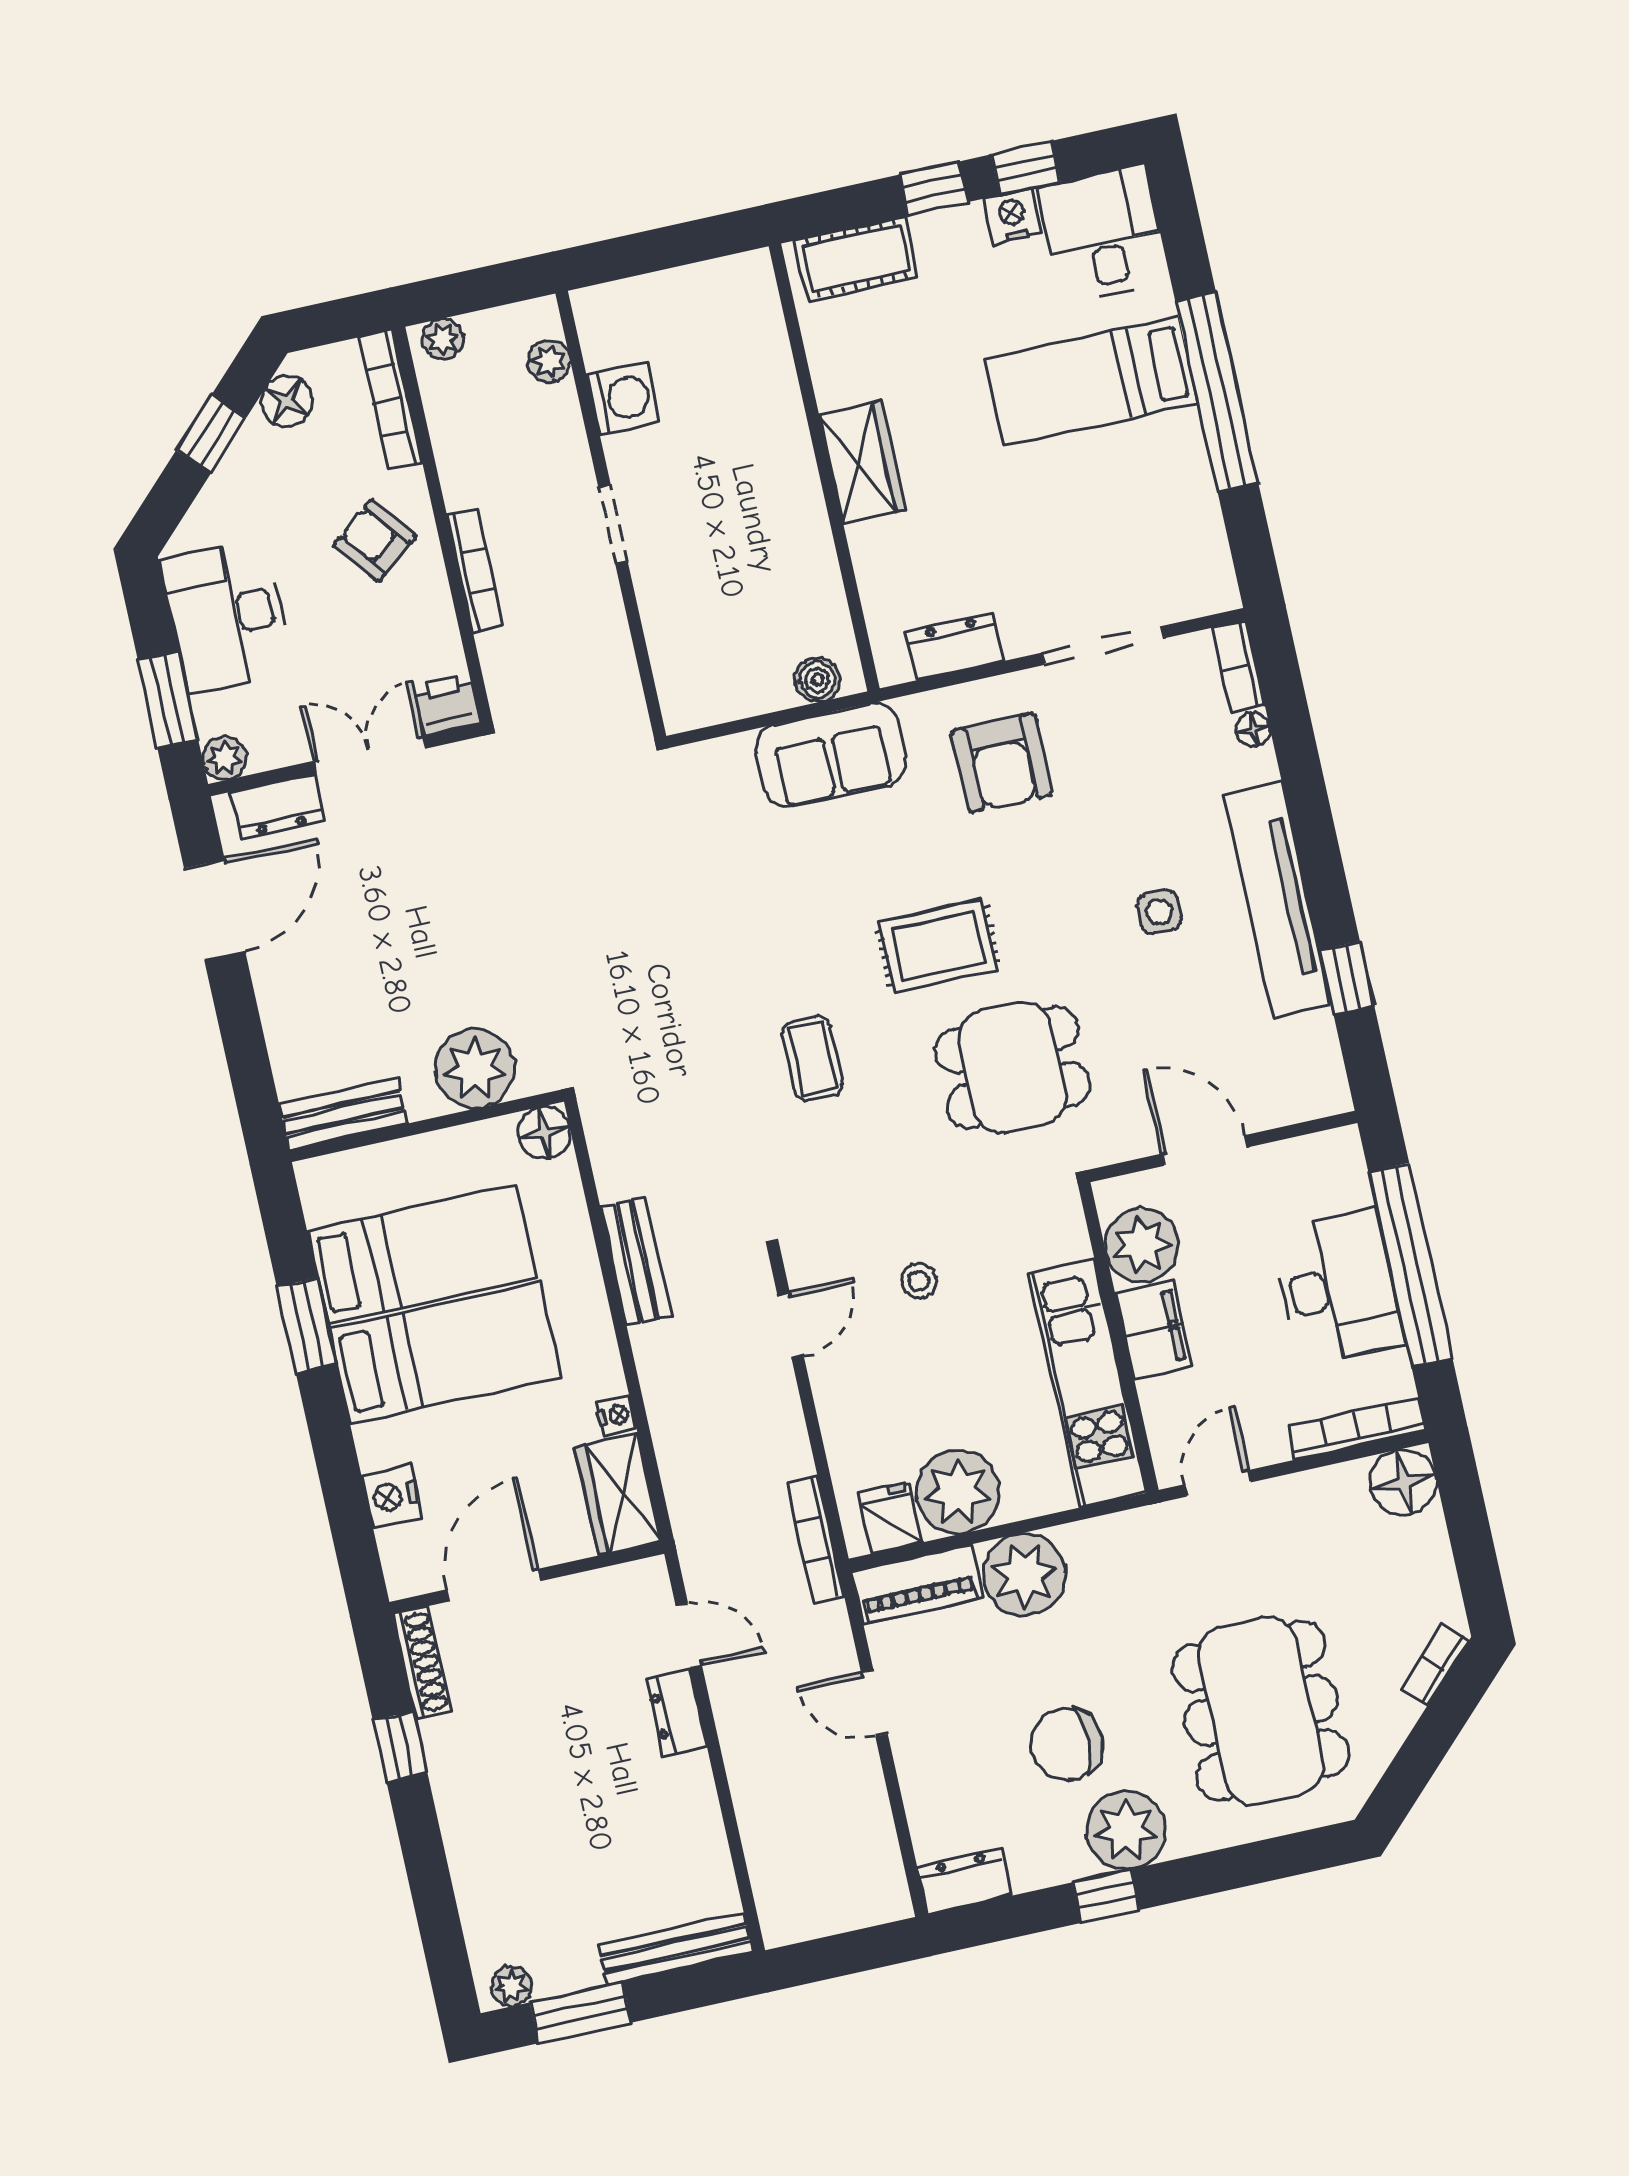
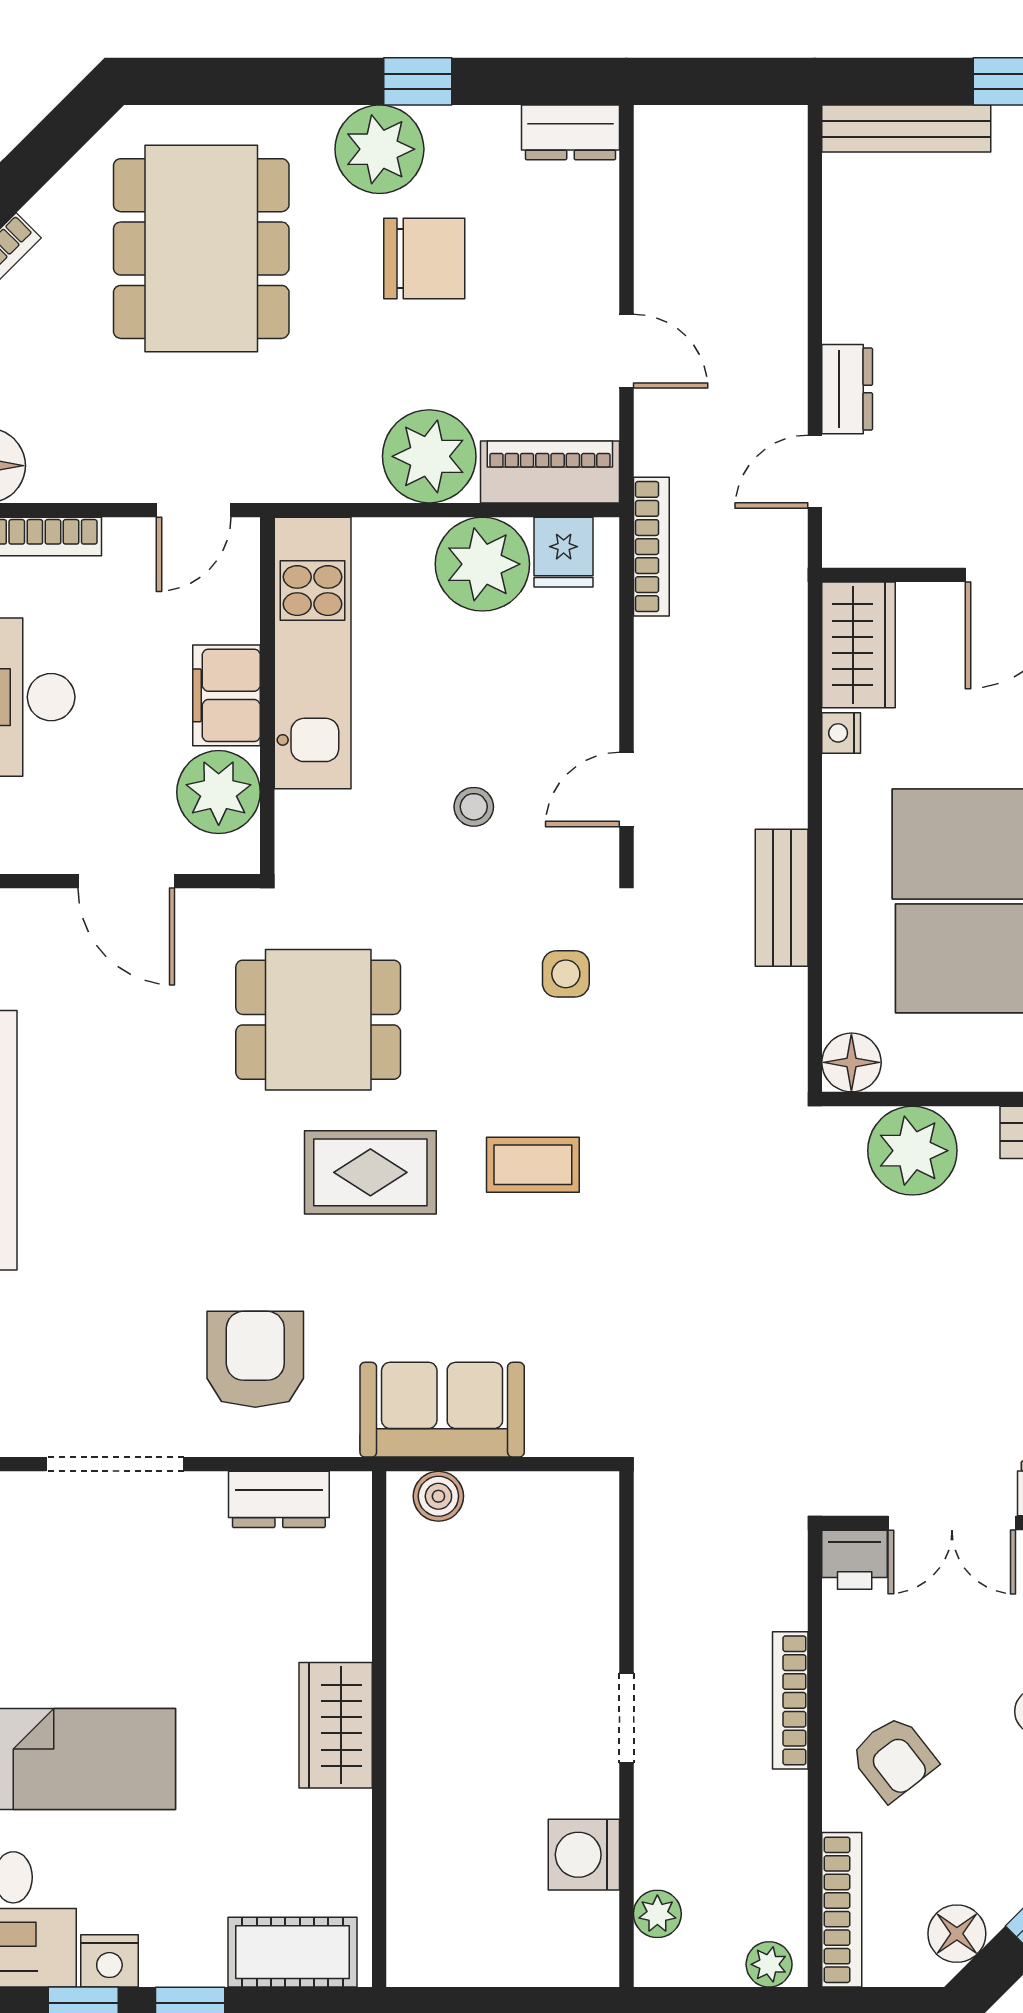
side table: (1159, 912) -> (566, 974), moved
coffee table: (813, 1059) -> (533, 1165), moved, turned 90
door: (689, 1635) -> (815, 472), hinge flipped

